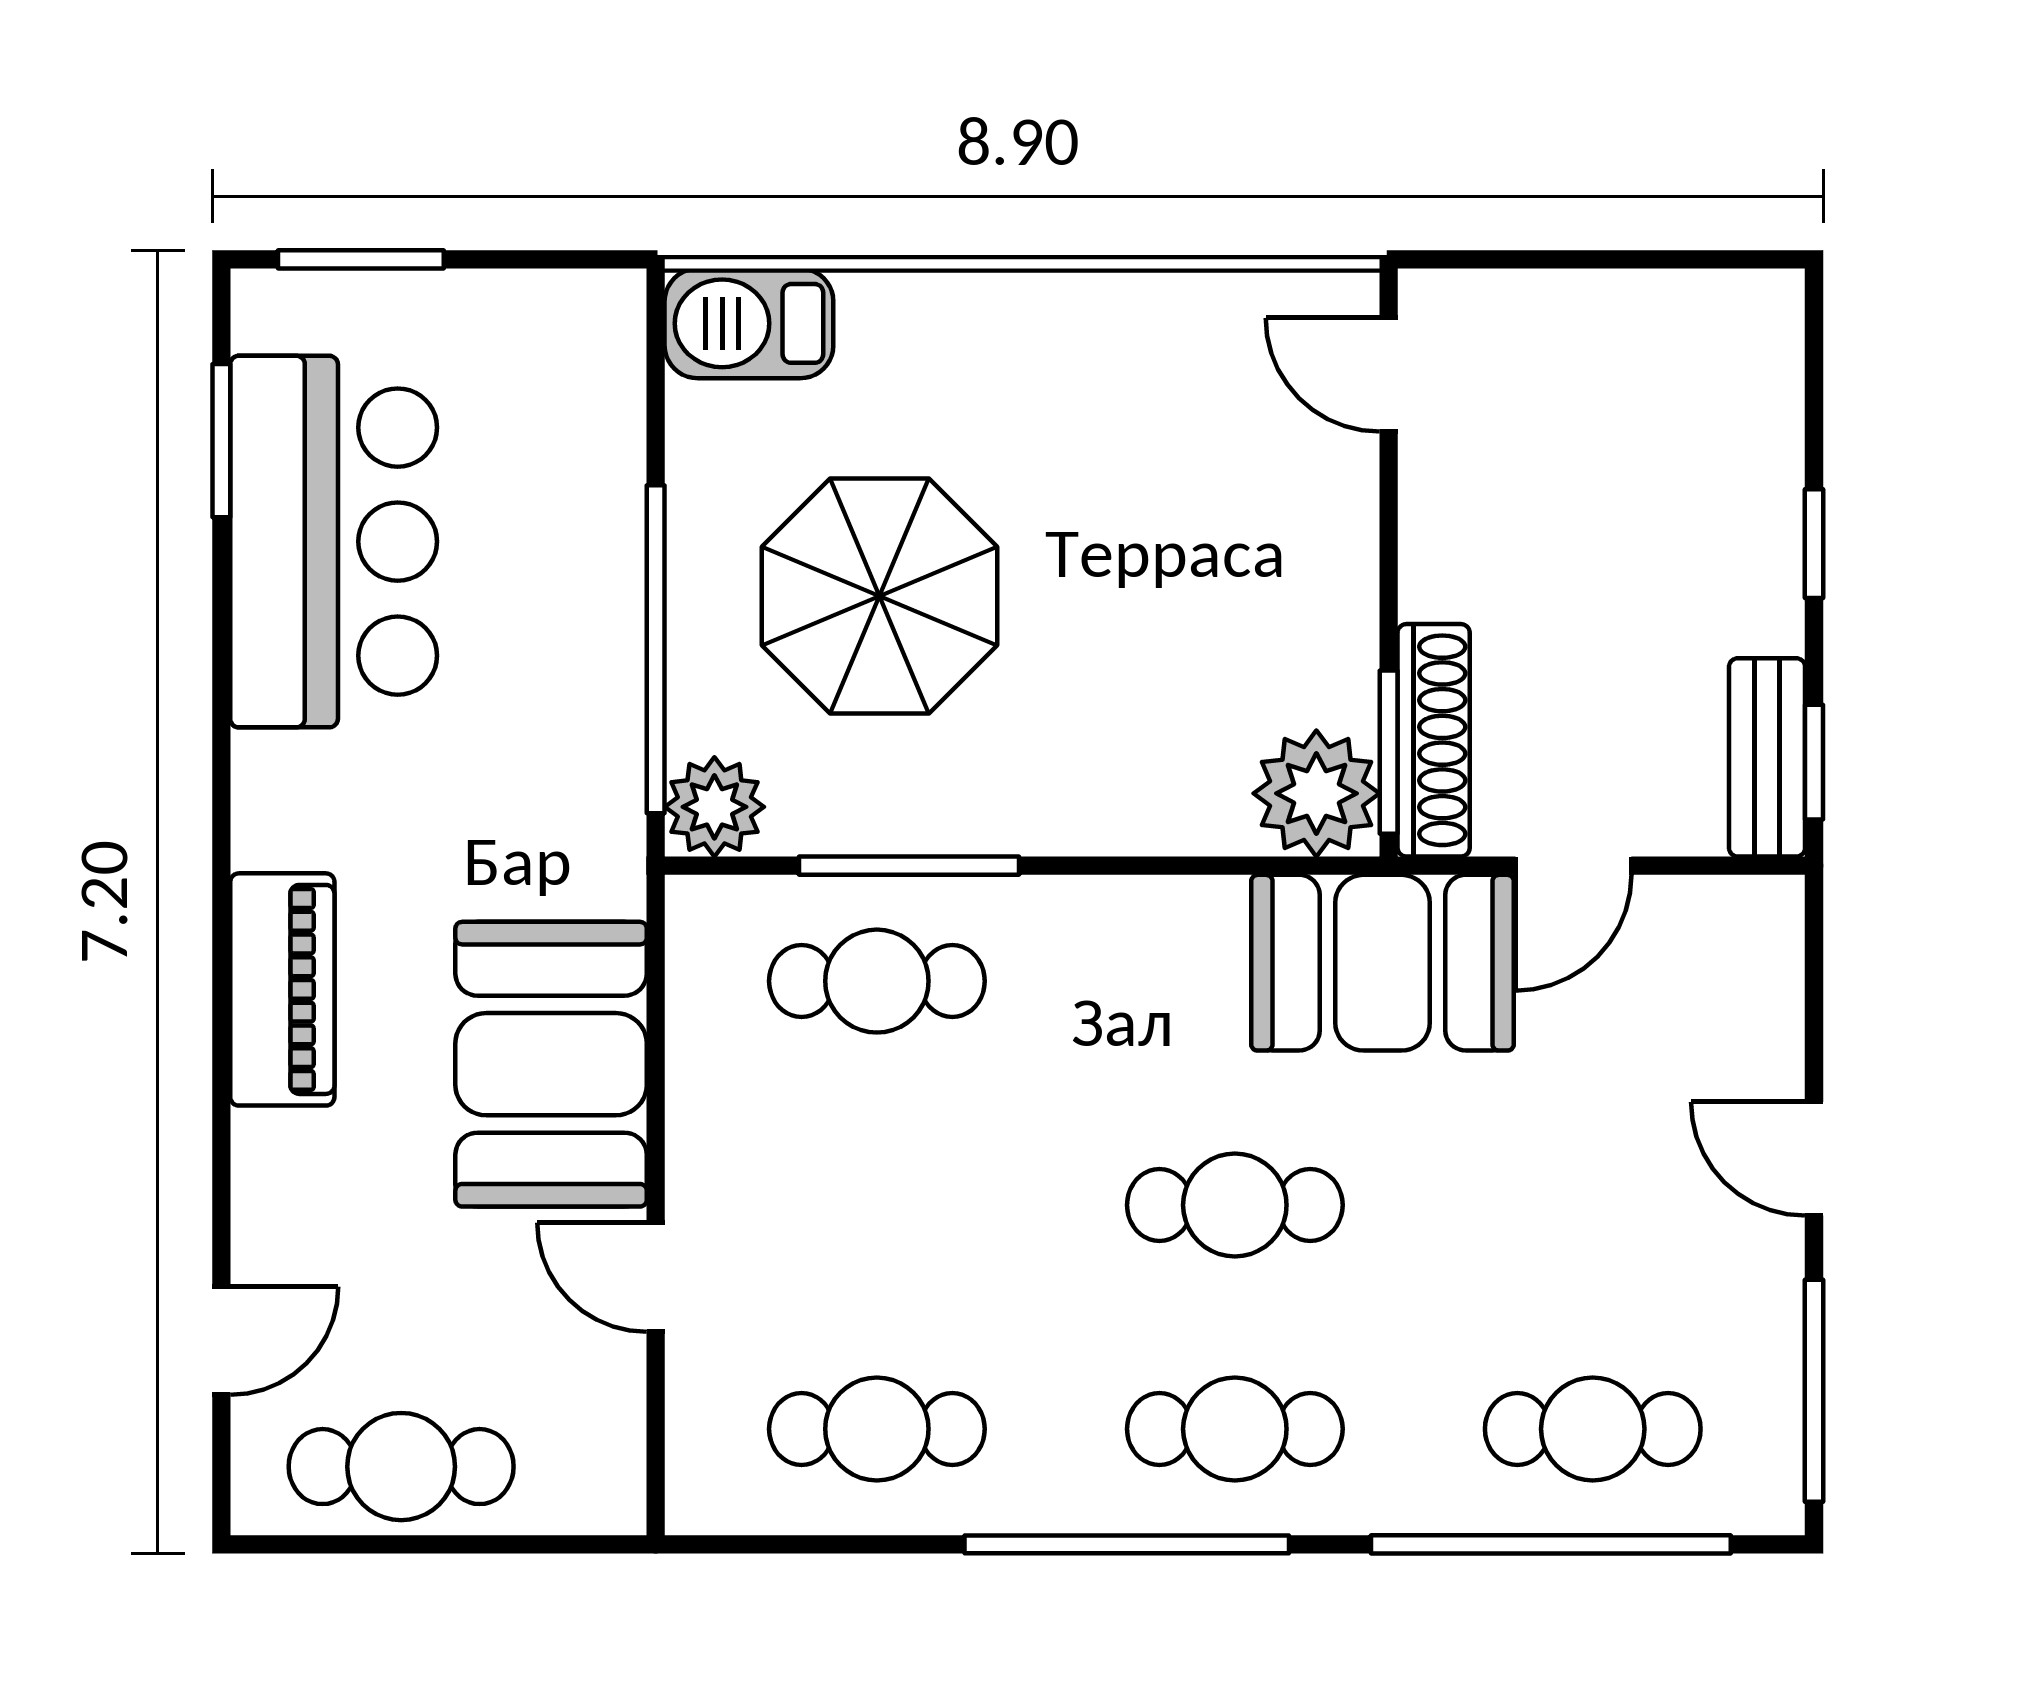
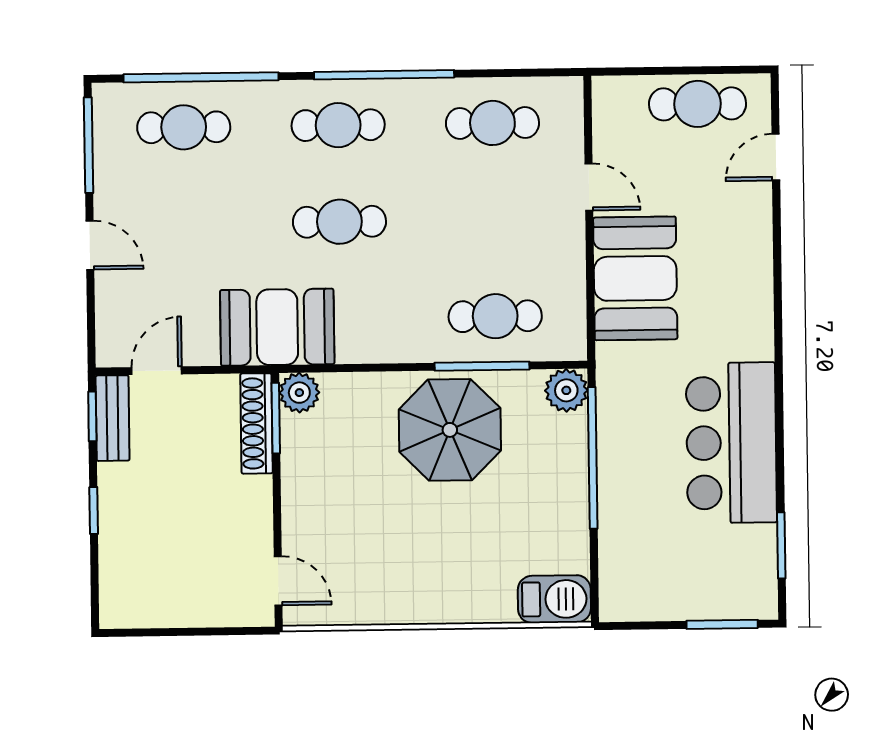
bar counter: (334, 542) -> (731, 443), moved
parasol: (880, 596) -> (450, 430), moved
plant: (1316, 793) -> (299, 393), width x0.73, depth x0.73
door: (1573, 866) -> (157, 371), moved
piano: (282, 989) -> (752, 309), removed

